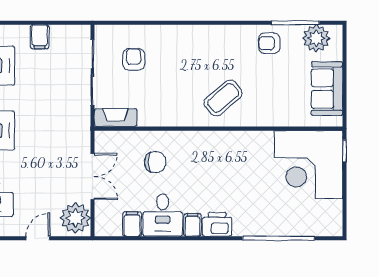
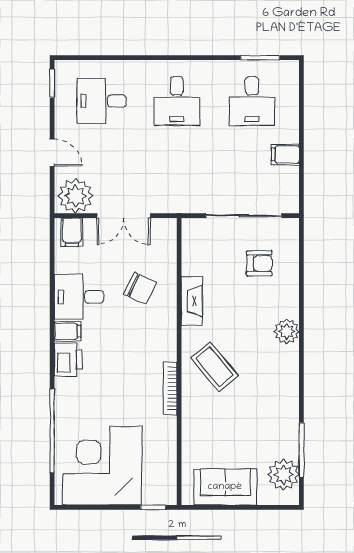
plant: (193, 36) -> (287, 331), added
armchair: (269, 43) -> (278, 420), removed
fireplace: (116, 118) -> (192, 301), moved
bookcase: (242, 136) -> (170, 389), added
chair: (155, 162) -> (140, 288), turned -64
corner desk: (309, 165) -> (102, 466), moved
filing cabinet: (132, 224) -> (72, 232), moved, turned 90

